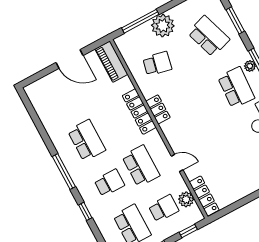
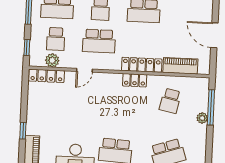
plant: (163, 26) -> (202, 118), width x0.53, depth x0.53
door: (70, 59) -> (214, 35), hinge flipped
piano: (111, 62) -> (180, 66), moved

